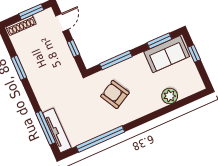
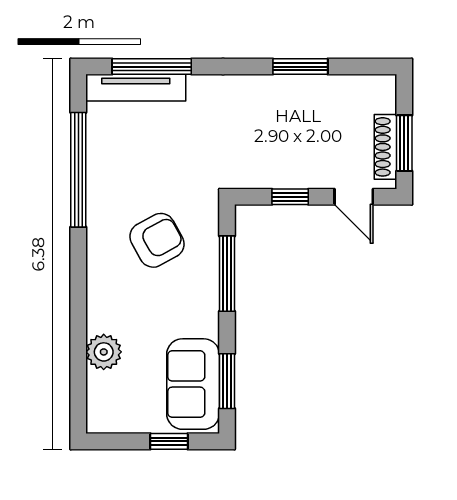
shoe rack: (21, 25) -> (385, 147), moved

